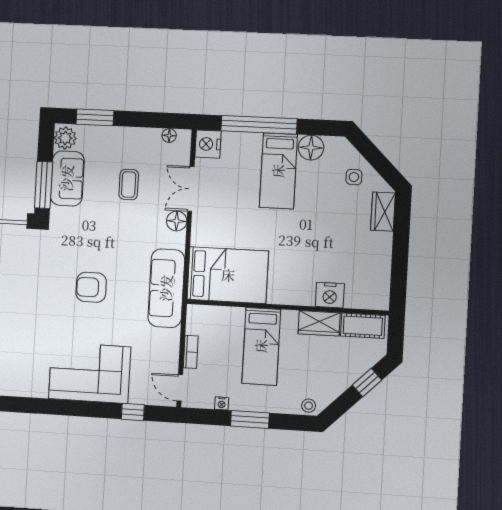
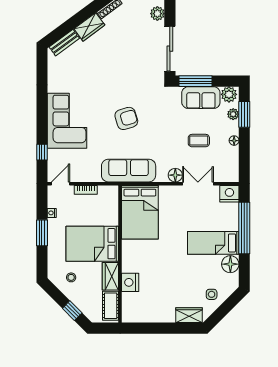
plant: (94, 133) -> (233, 114), added
floor lamp: (169, 136) -> (234, 141), moved
armchair: (91, 287) -> (126, 118), turned 73
bed: (261, 346) -> (92, 244), width x1.50
stool: (309, 406) -> (71, 277), moved

